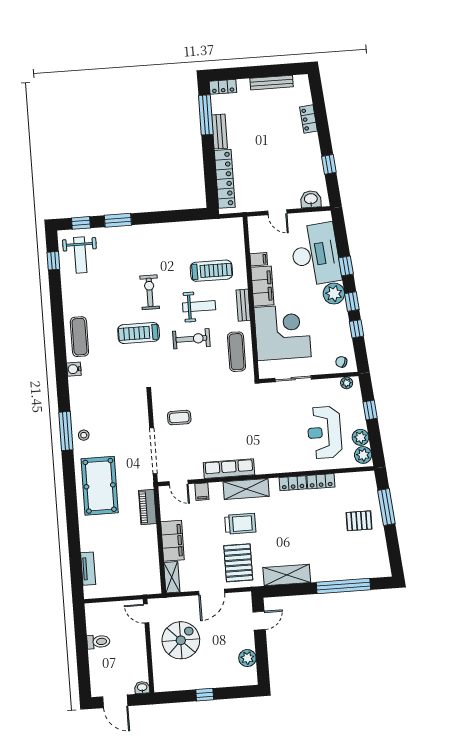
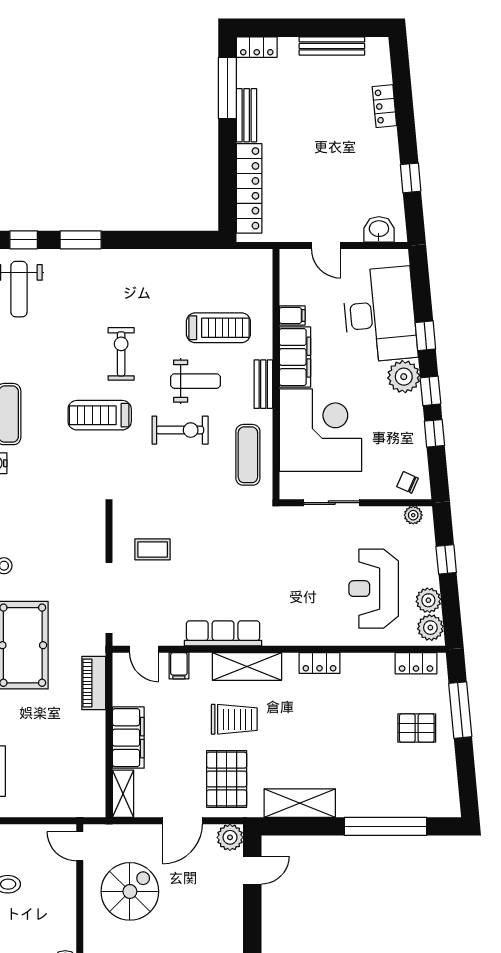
locker: (321, 481) -> (416, 663), moved
plant: (247, 658) -> (230, 837), moved

